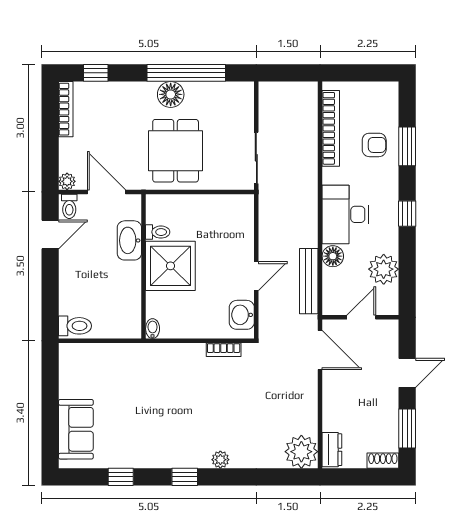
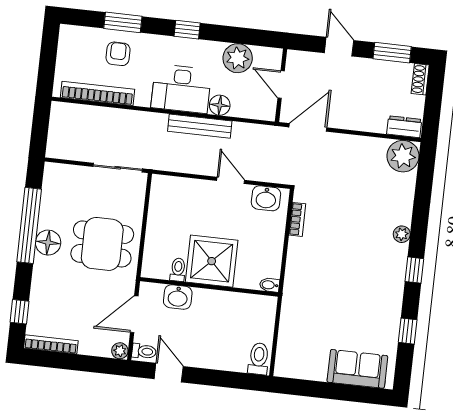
washbasin: (129, 240) -> (178, 297), width x0.72
bench: (309, 281) -> (200, 126), moved

